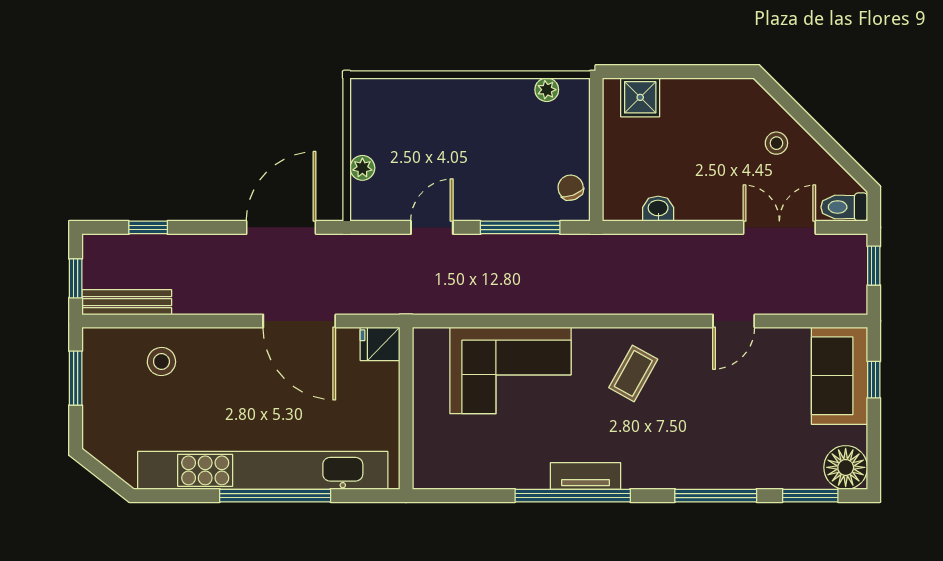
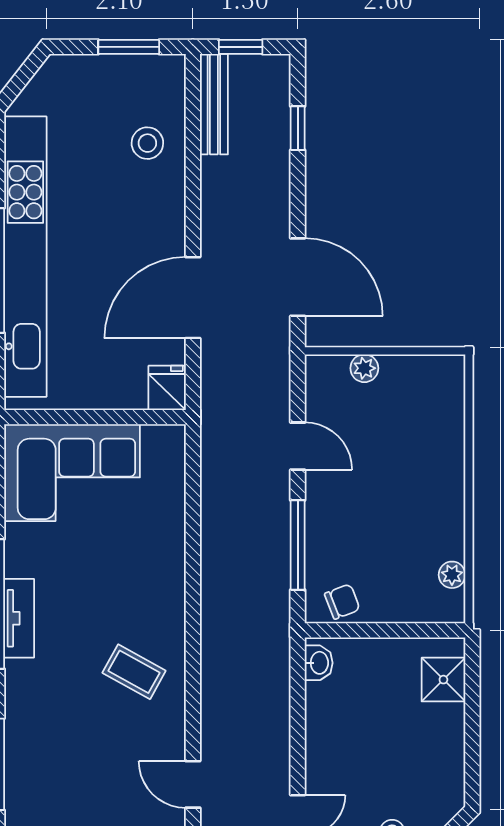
washbasin: (658, 209) -> (319, 663), moved
corner sofa: (510, 370) -> (72, 473), moved, turned -90

